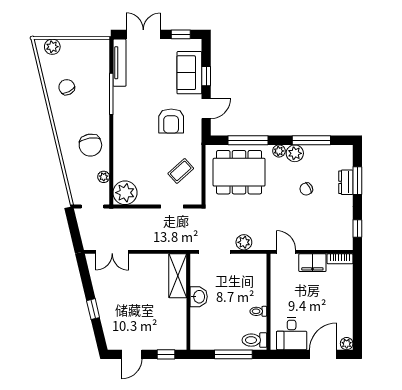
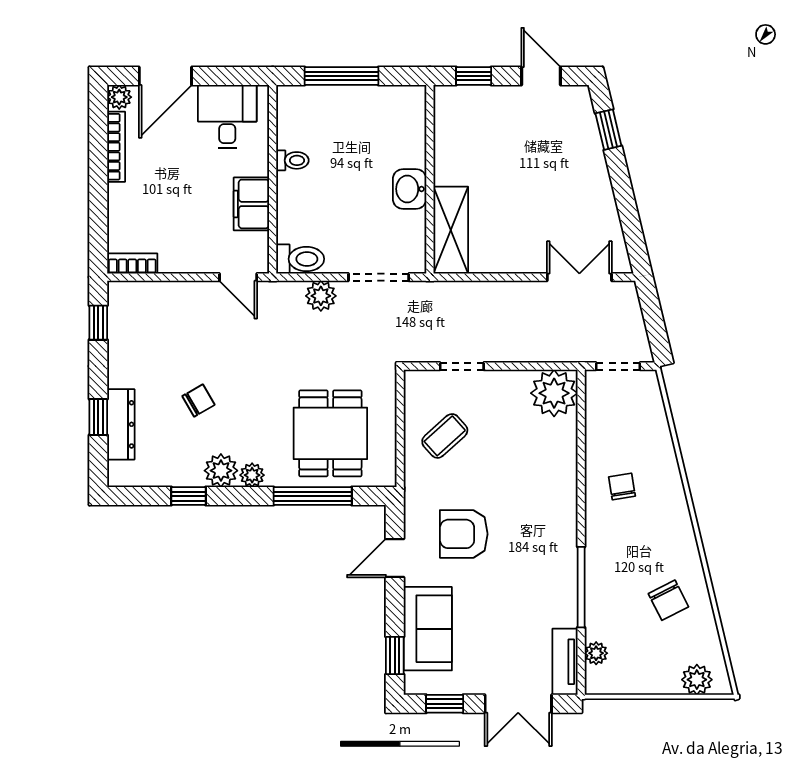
tv unit: (120, 63) -> (565, 662), width x0.71
window: (206, 76) -> (395, 656), moved
armchair: (171, 121) -> (464, 534), turned -90
window: (311, 140) -> (189, 496), width x0.46
chair: (90, 145) -> (622, 487), width x0.54, depth x0.54
dining table: (239, 172) -> (330, 433), width x0.73
plant: (104, 177) -> (596, 653), moved
window: (357, 181) -> (98, 417), width x0.67
dresser: (346, 182) -> (121, 424), width x1.44
filing cabinet: (312, 263) -> (251, 204), moved, turned -90
window: (93, 309) -> (608, 130), moved
bookcase: (348, 318) -> (116, 147), added
toilet: (254, 340) -> (300, 259), moved
door: (132, 354) -> (541, 76), hinge flipped

